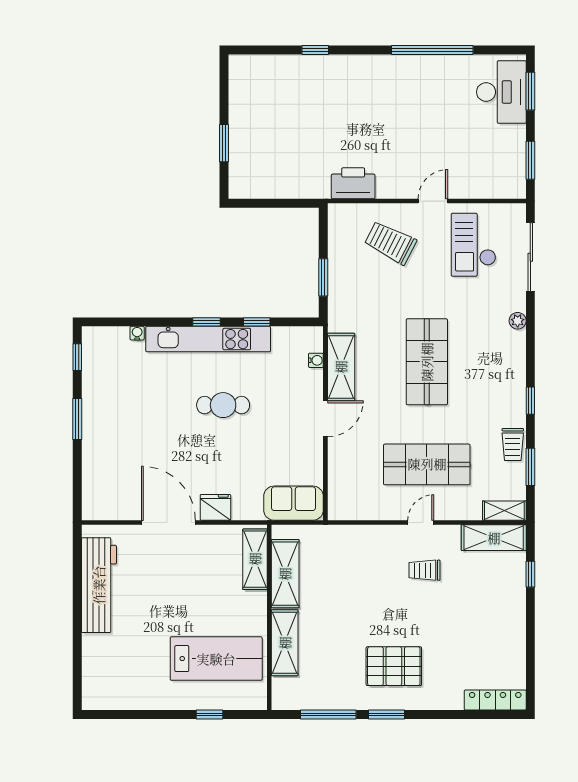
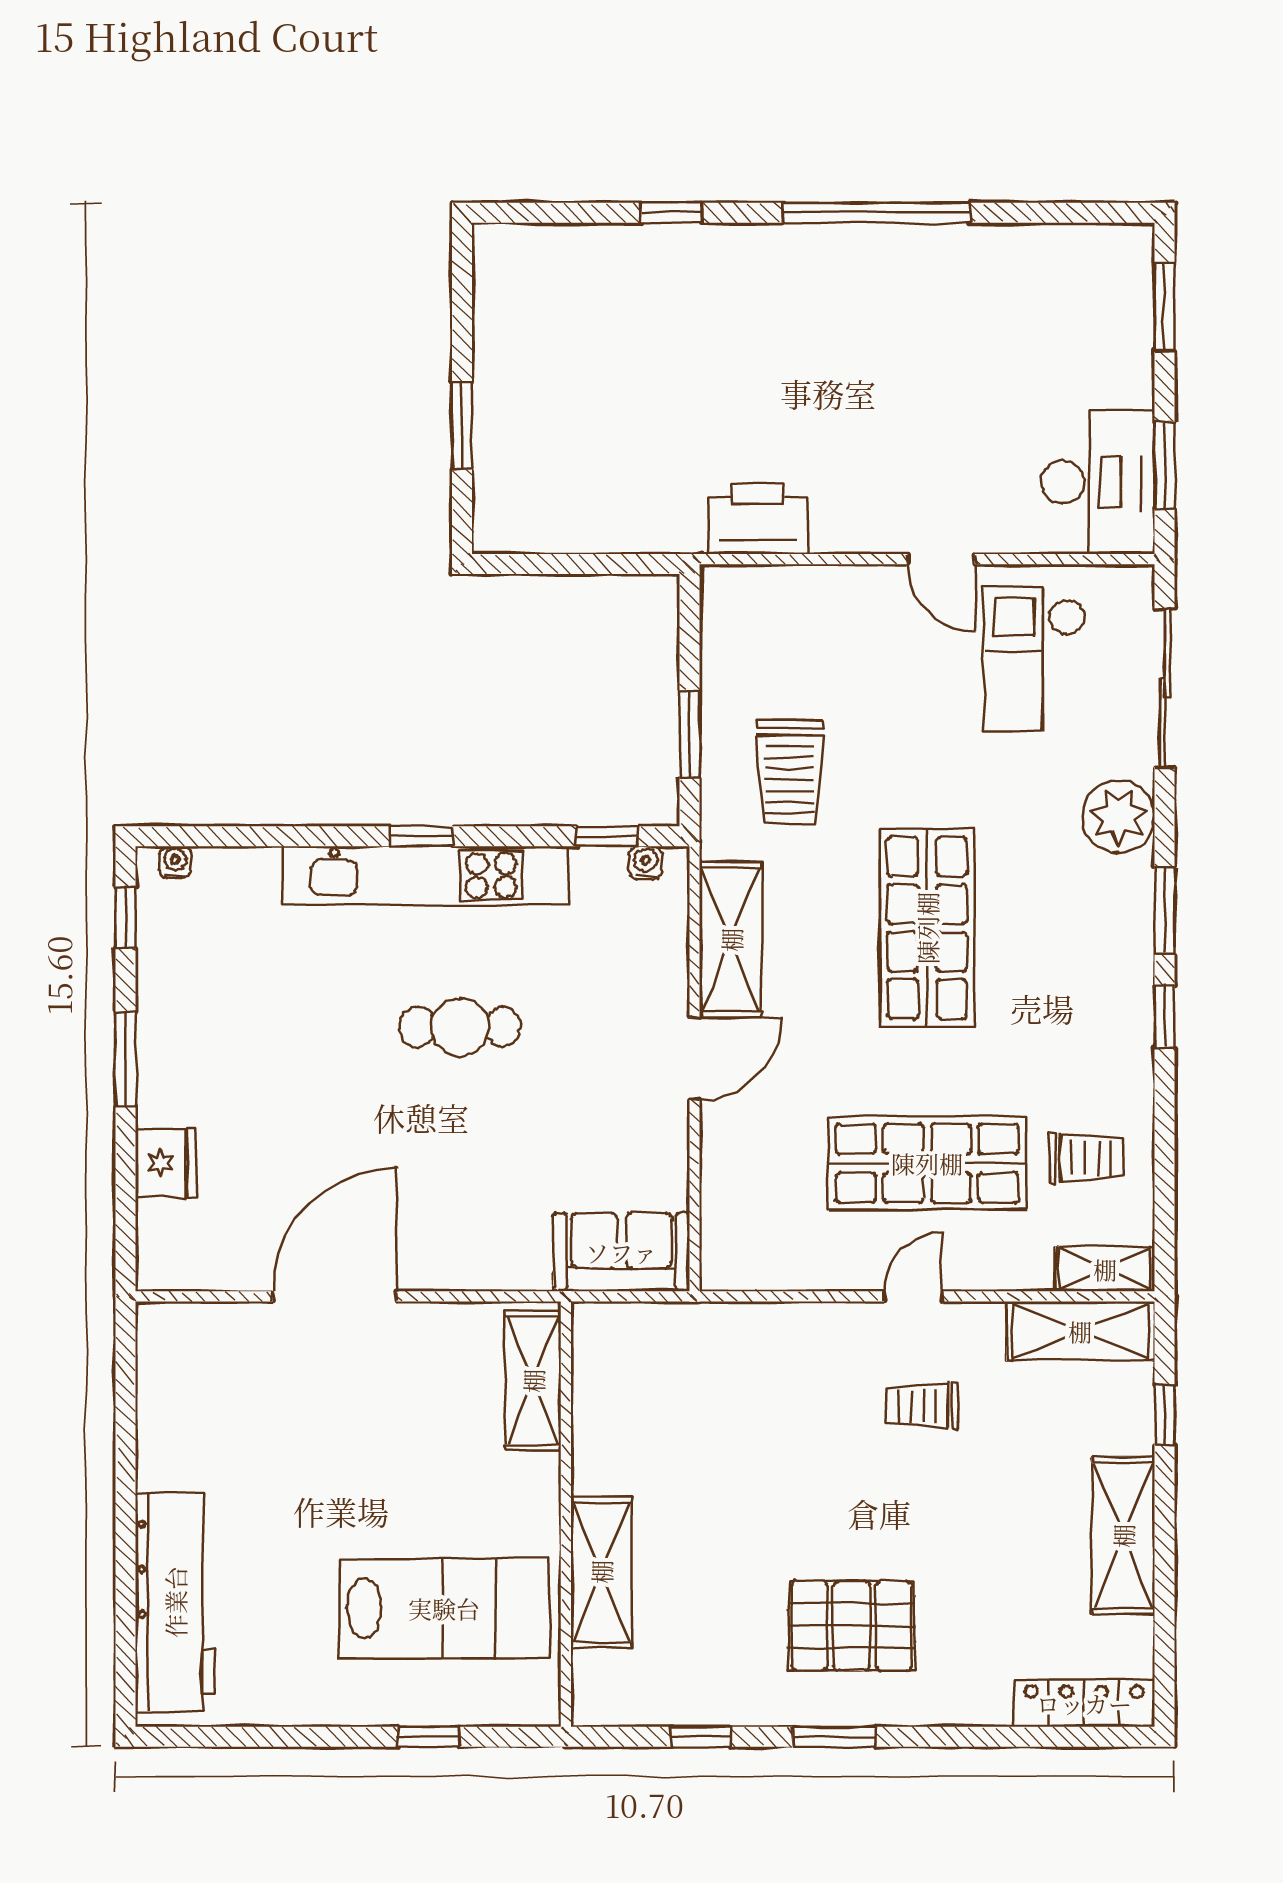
window: (432, 50) -> (876, 213), moved
desk: (501, 92) -> (1098, 482), moved
door: (433, 201) -> (941, 559), swing flipped
trolley: (390, 243) -> (789, 772), moved, turned -117
plant: (518, 321) -> (1118, 817), width x1.88, depth x1.88
window: (257, 322) -> (607, 836), moved
water cooler: (137, 333) -> (175, 862), moved
water cooler: (316, 360) -> (645, 863), moved, turned -90
trolley: (513, 445) -> (1087, 1158), moved, turned -90
window: (530, 467) -> (1165, 911), moved
fridge: (215, 507) -> (165, 1163), moved, turned 90
door: (168, 523) -> (335, 1296), hinge flipped
shelving: (285, 574) -> (1123, 1536), moved
workbench: (99, 585) -> (175, 1602), moved
window: (328, 715) -> (701, 1737), width x0.46

